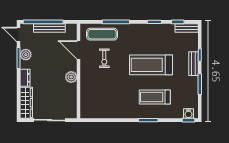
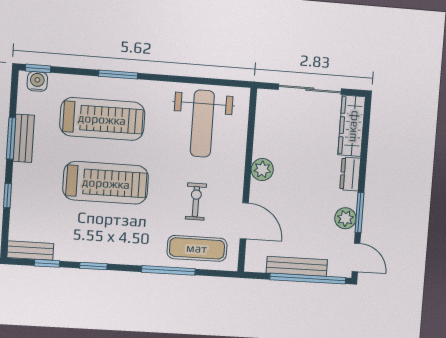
bench: (194, 64) -> (24, 138), moved
treadmill: (155, 97) -> (102, 119), width x1.37, depth x1.38
weight bench: (104, 98) -> (202, 124), added

